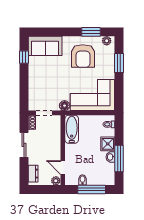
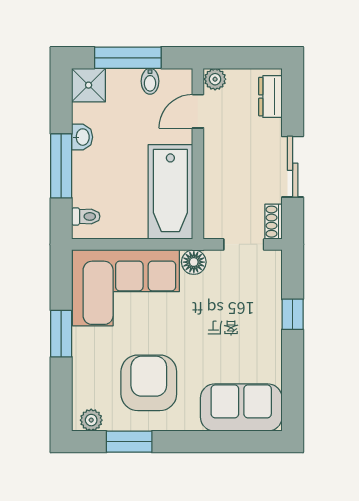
window: (24, 57) -> (293, 314), moved
window: (119, 63) -> (61, 334), moved
bathtub: (72, 129) -> (170, 192), width x1.36, depth x1.36
shower: (108, 144) -> (89, 85), moved
window: (119, 159) -> (61, 166), moved
door: (63, 168) -> (198, 111), swing flipped

